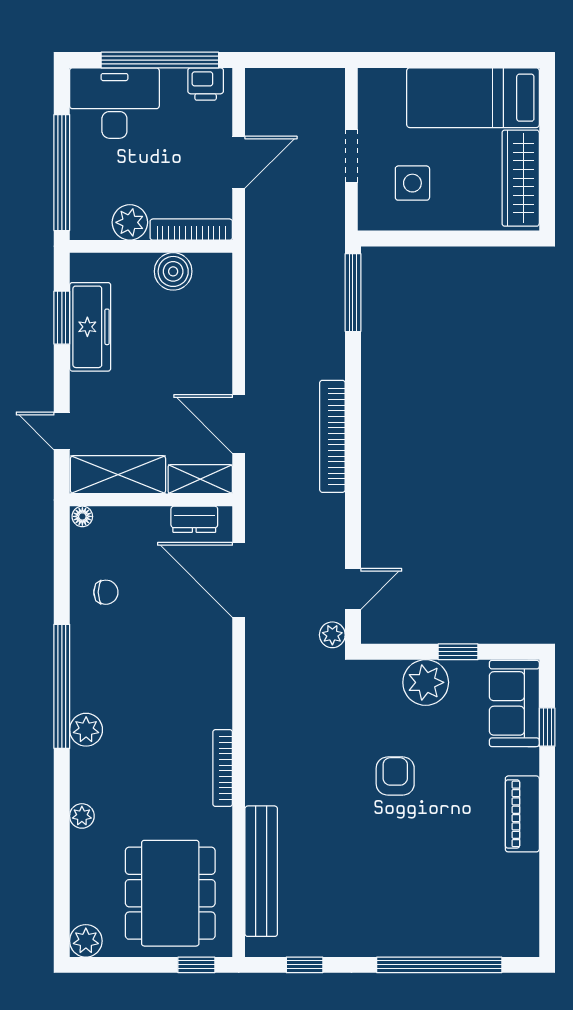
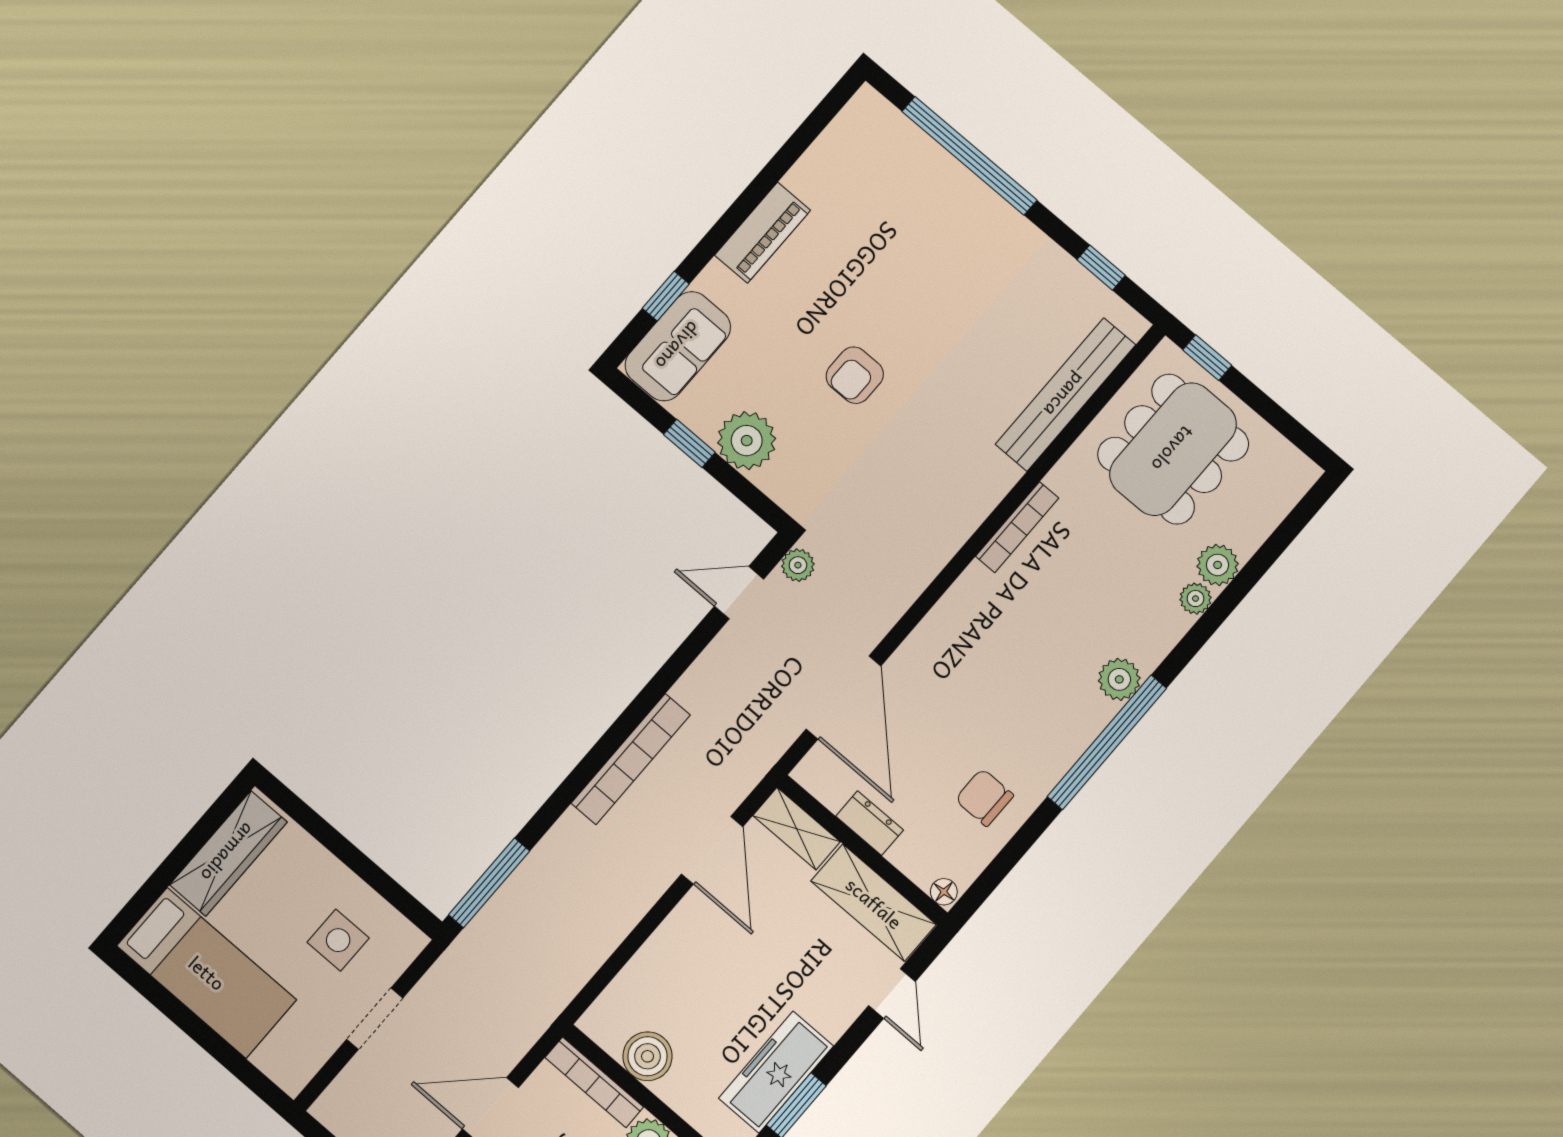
dresser: (194, 519) -> (870, 823), moved
chair: (106, 592) -> (984, 797), width x1.37, depth x1.37
plant: (86, 941) -> (1218, 565), moved

